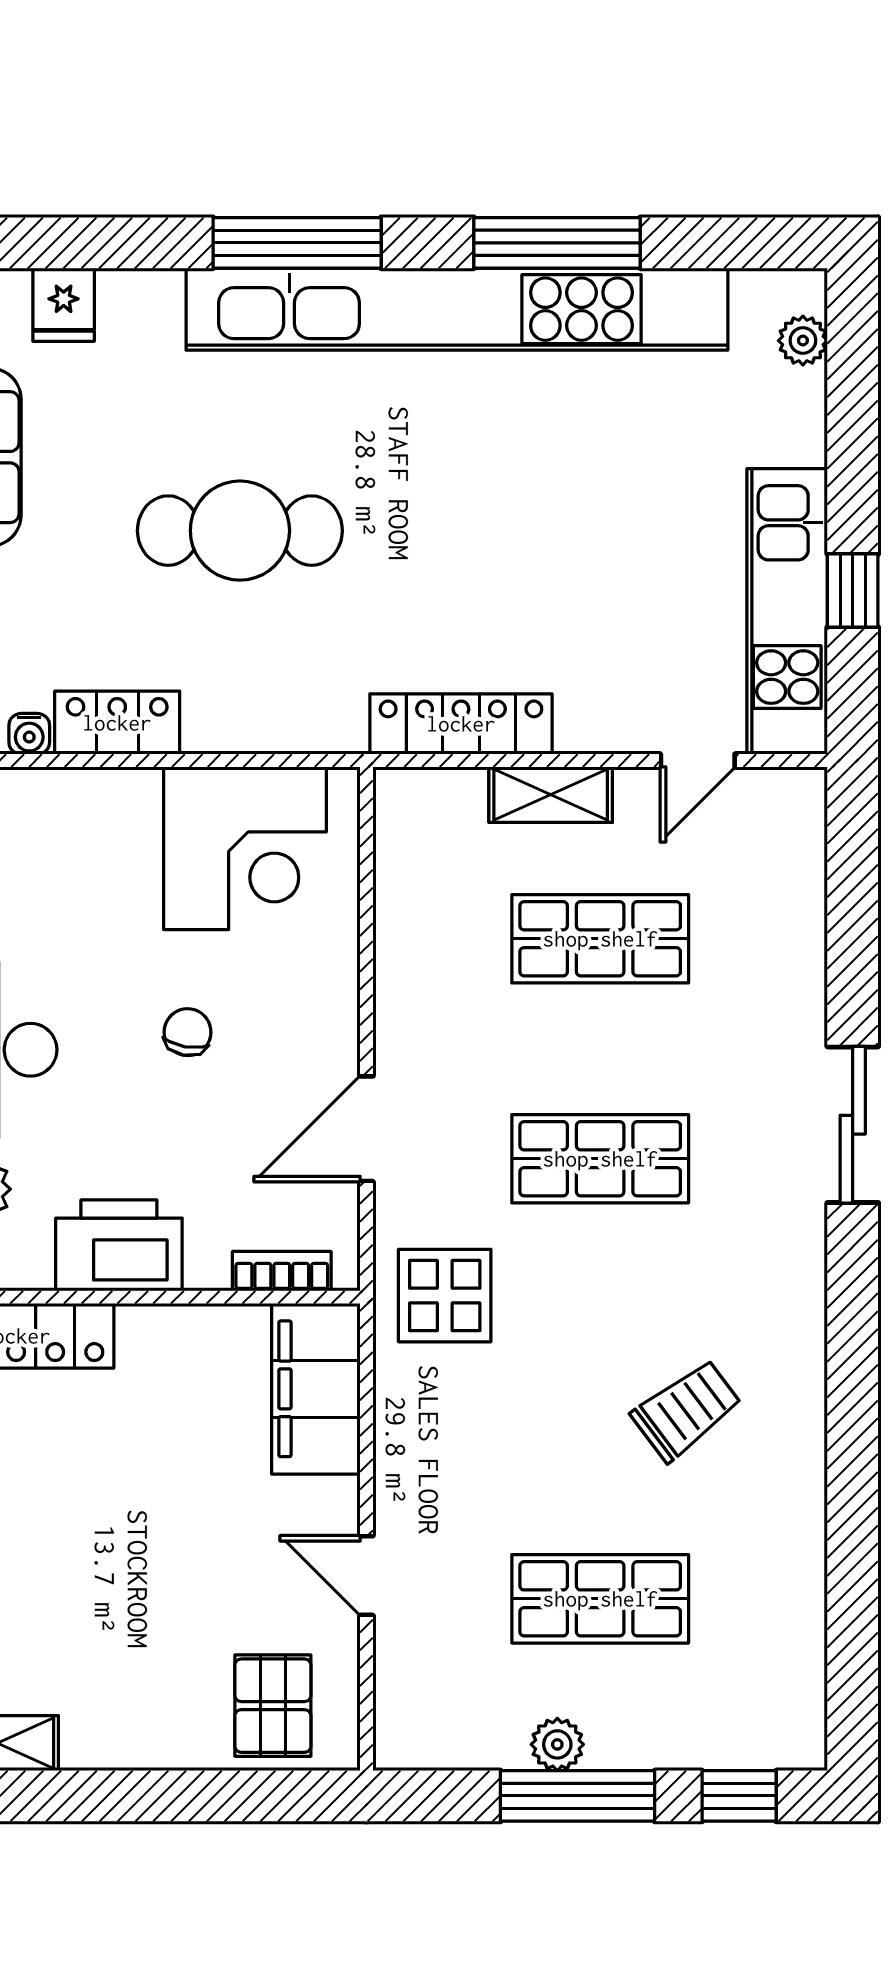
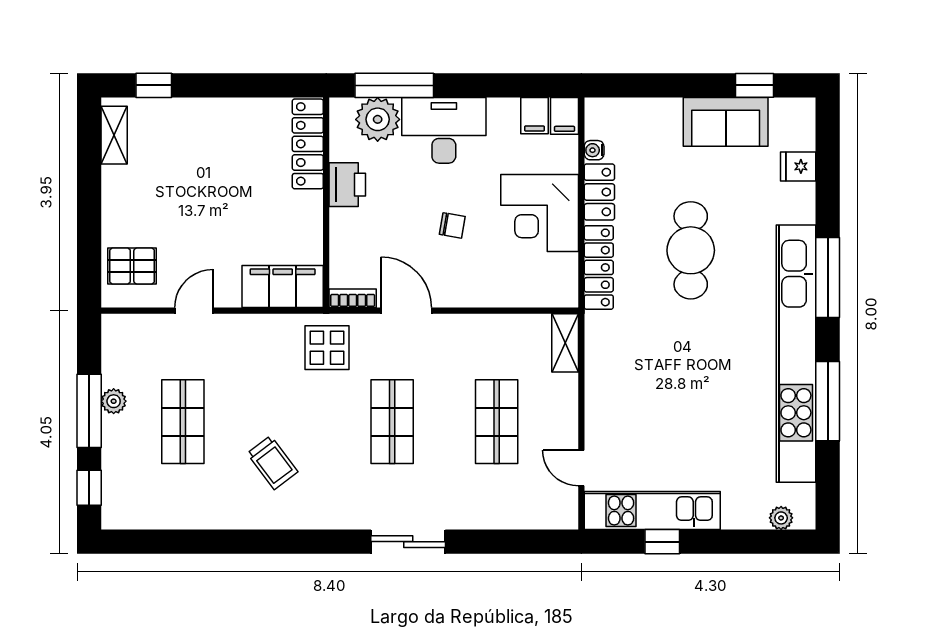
locker: (461, 724) -> (599, 267), moved
shelving: (551, 795) -> (565, 343), moved
corner desk: (245, 848) -> (540, 213), moved
printer: (119, 1245) -> (347, 185), width x0.73, depth x0.84
bookcase: (282, 1271) -> (353, 298), moved, turned -90

